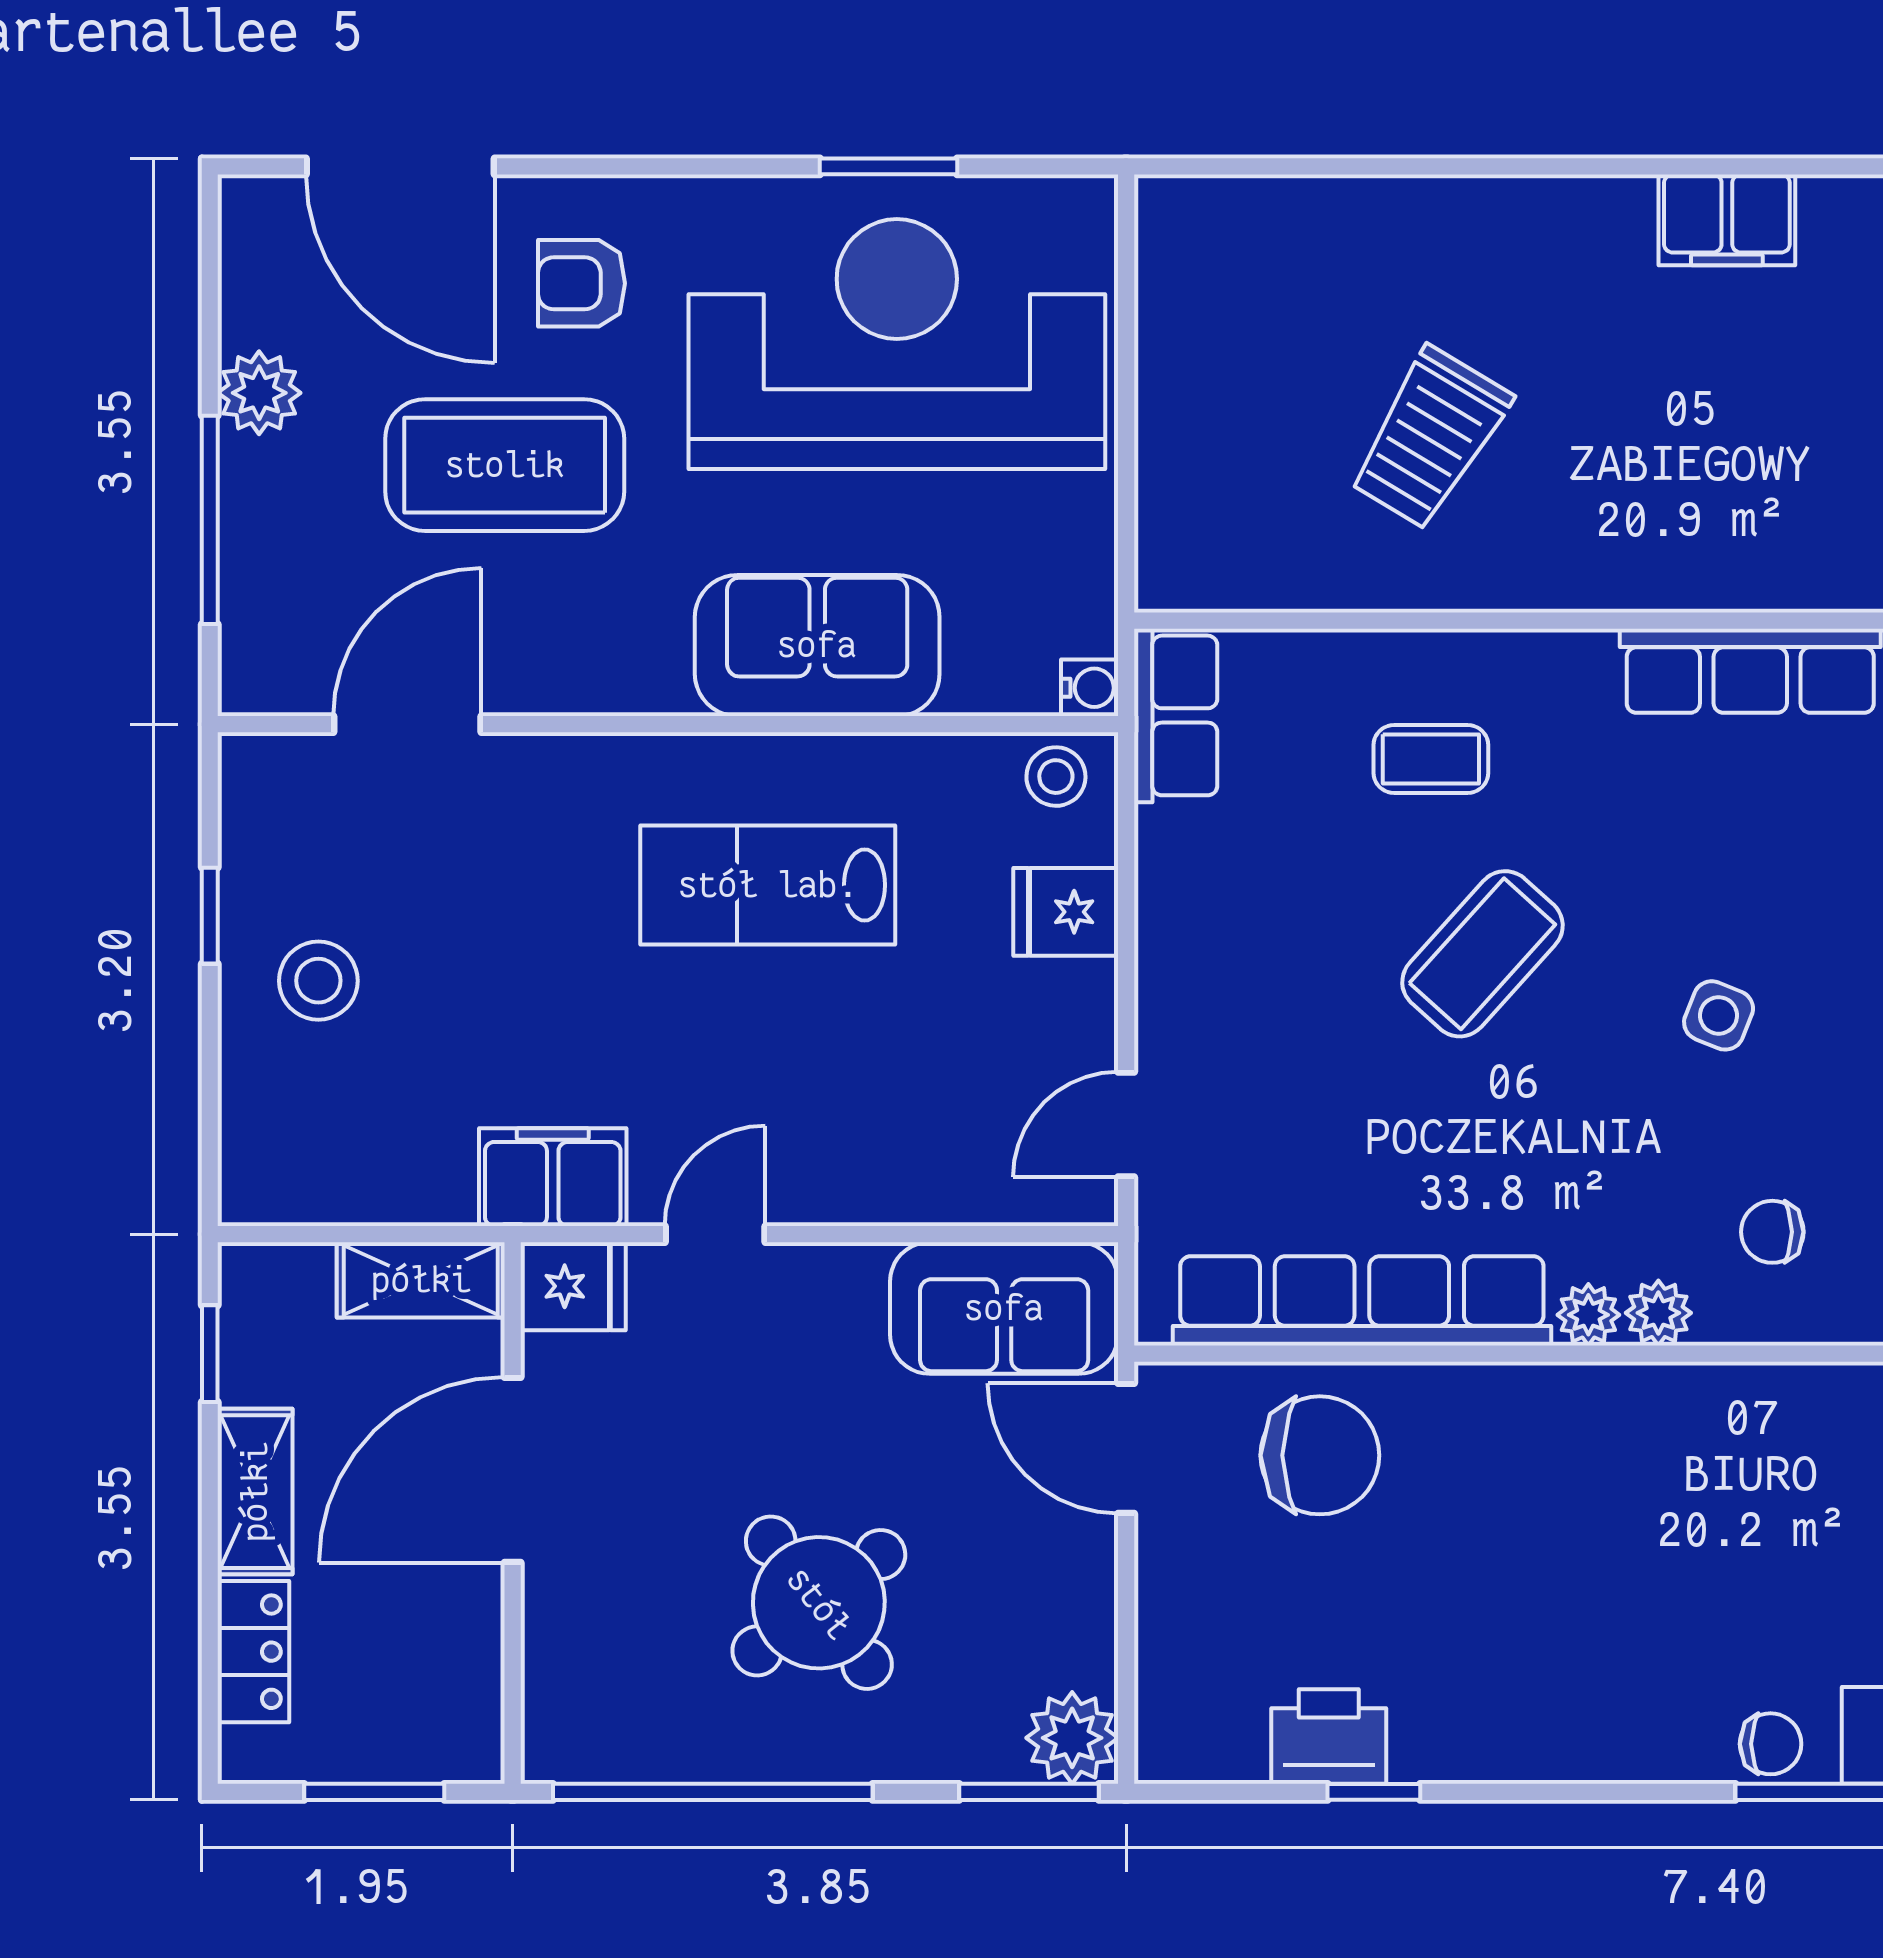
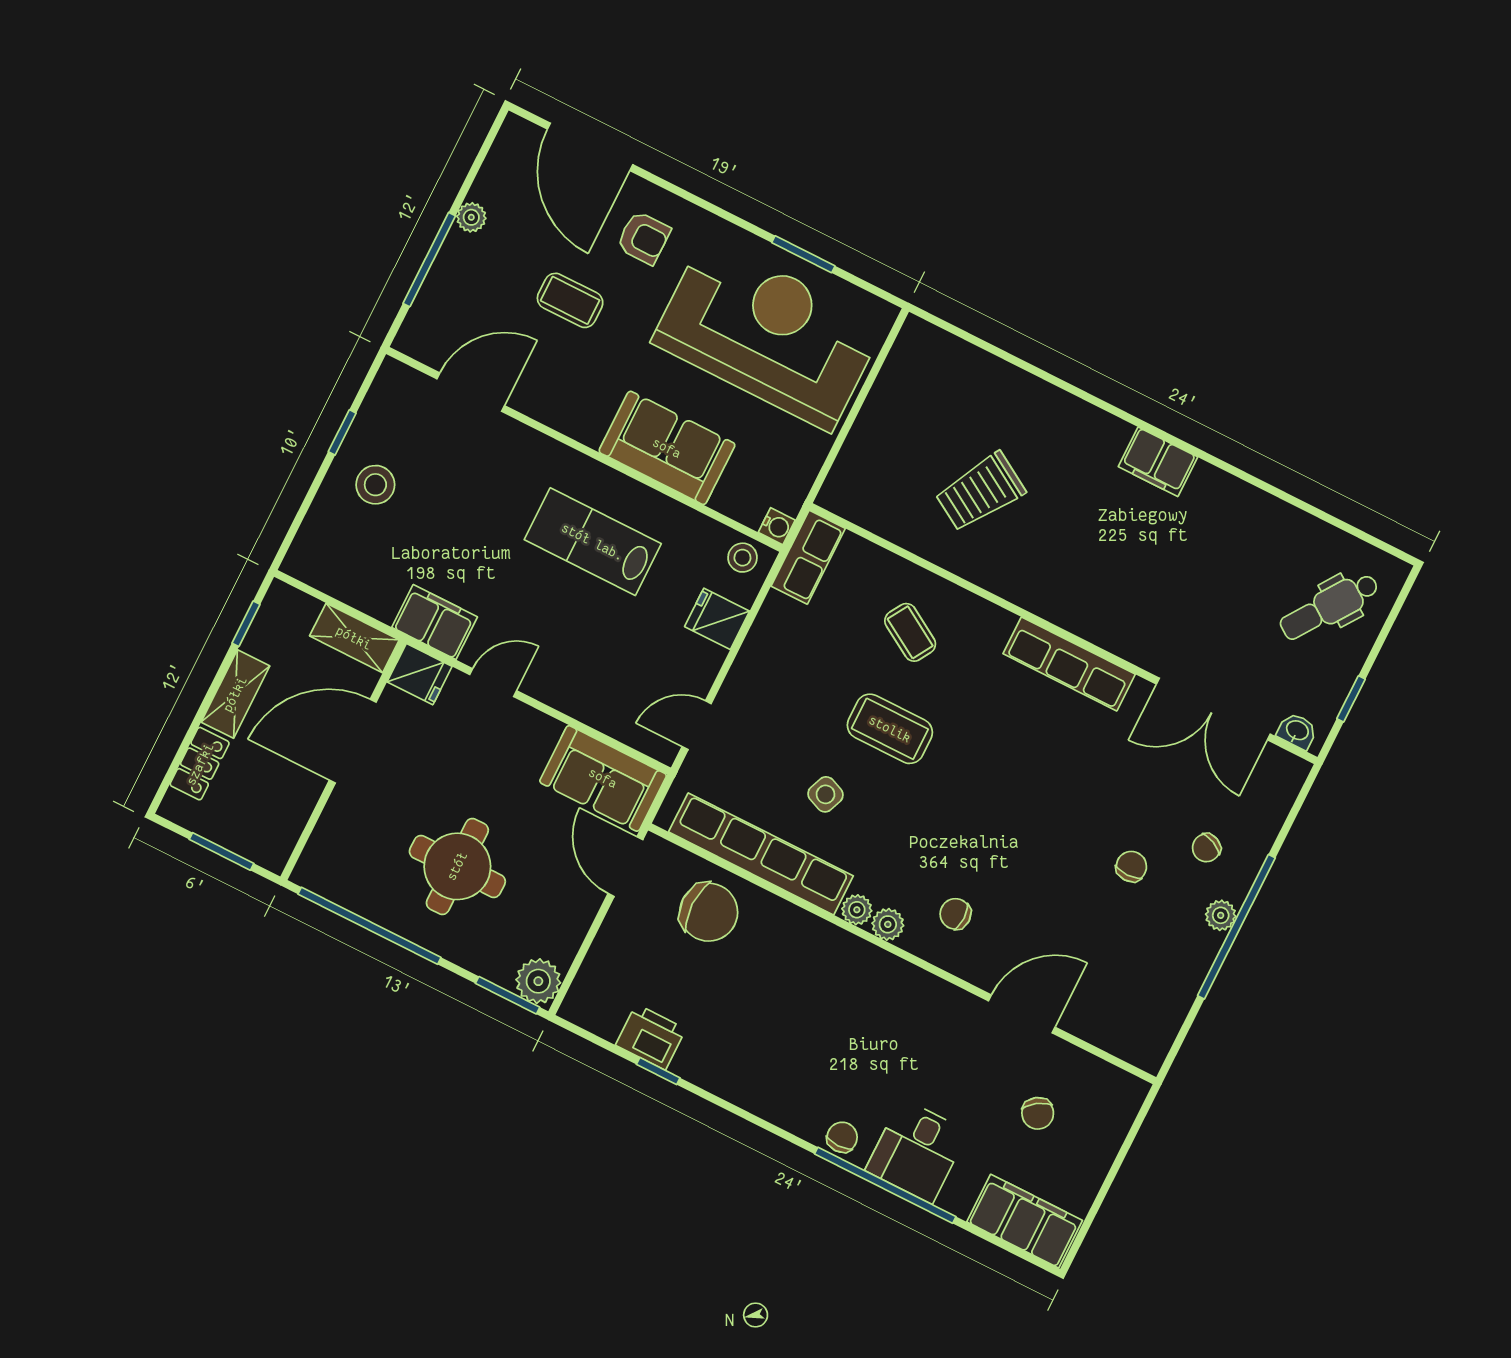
armchair: (581, 283) -> (644, 238), turned 180
plant: (259, 393) -> (471, 217), width x0.73, depth x0.73
coffee table: (505, 465) -> (570, 300), width x0.54, depth x0.58
coffee table: (1431, 759) -> (910, 632), turned 31
coffee table: (1482, 954) -> (890, 729), turned 48
side table: (1719, 1015) -> (826, 794), moved
round table: (819, 1603) -> (457, 866), turned 38
chair: (1771, 1744) -> (842, 1137), turned -90

